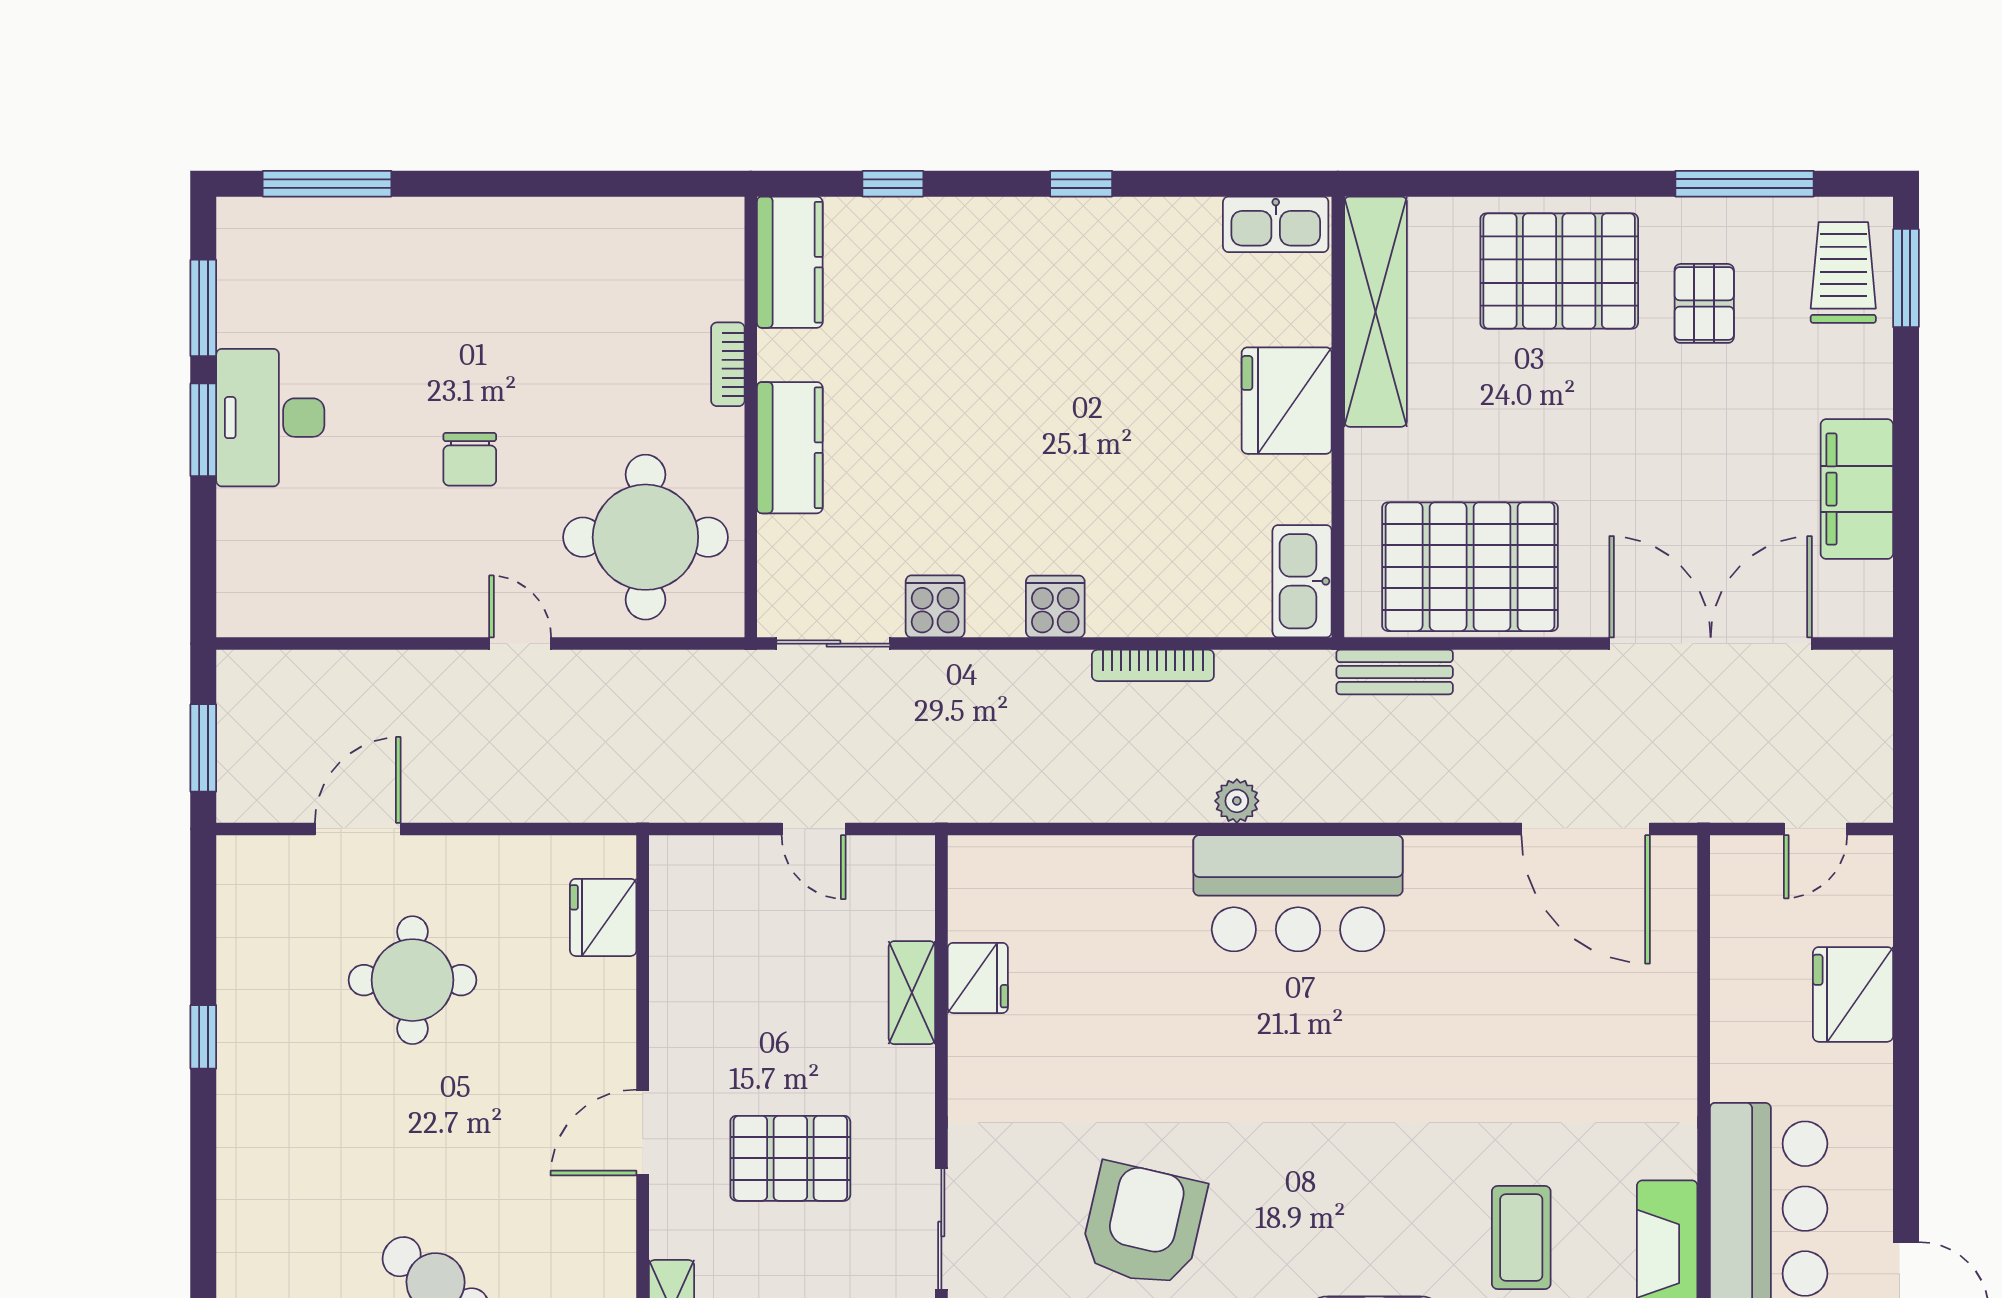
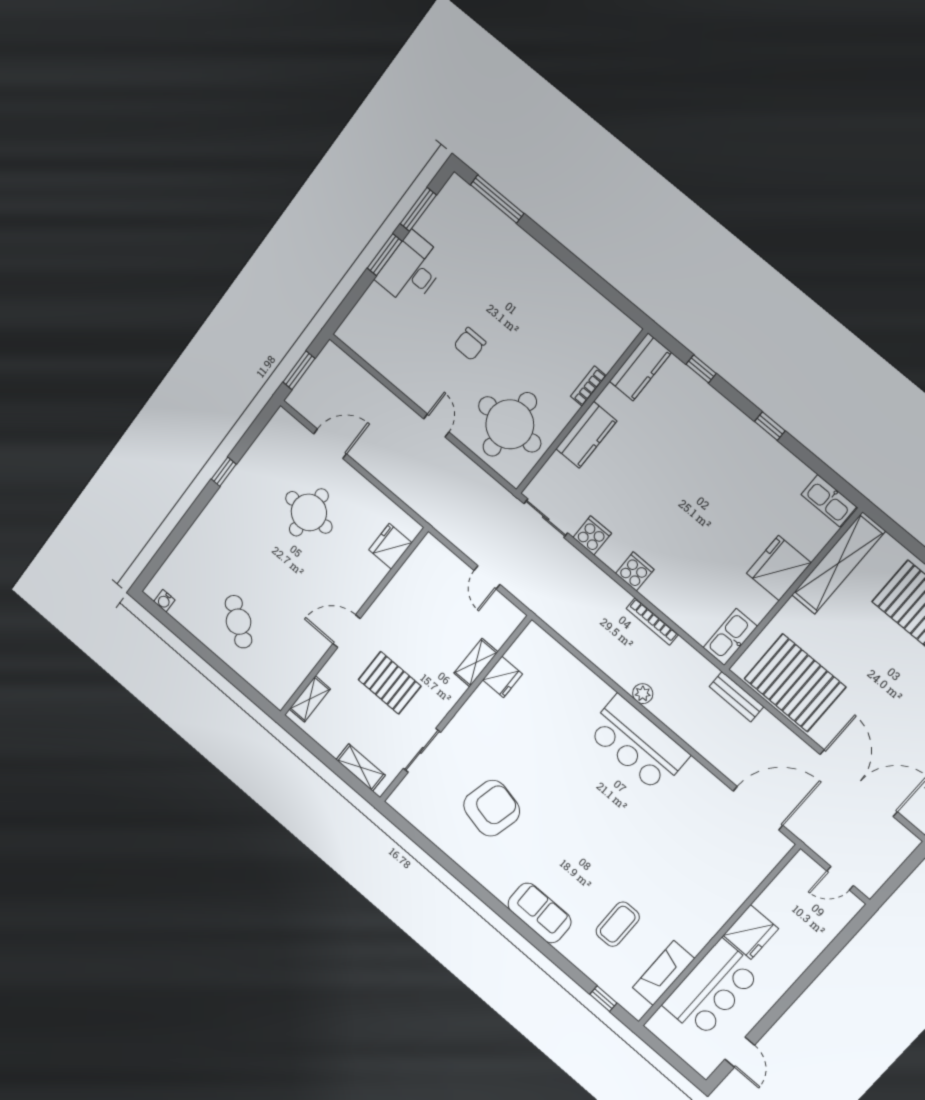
door: (1586, 829) -> (758, 808), swing flipped
fridge: (1853, 994) -> (751, 932), moved, turned 180

